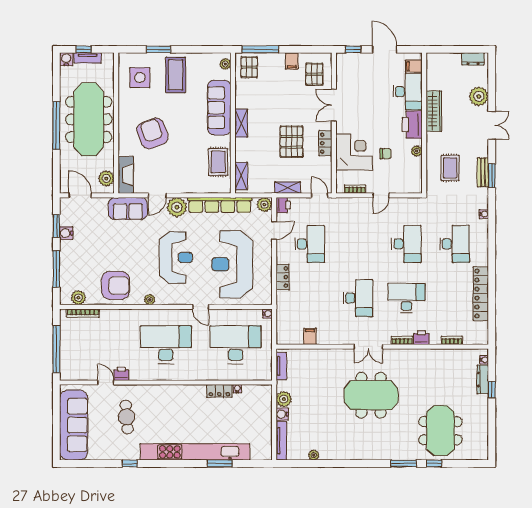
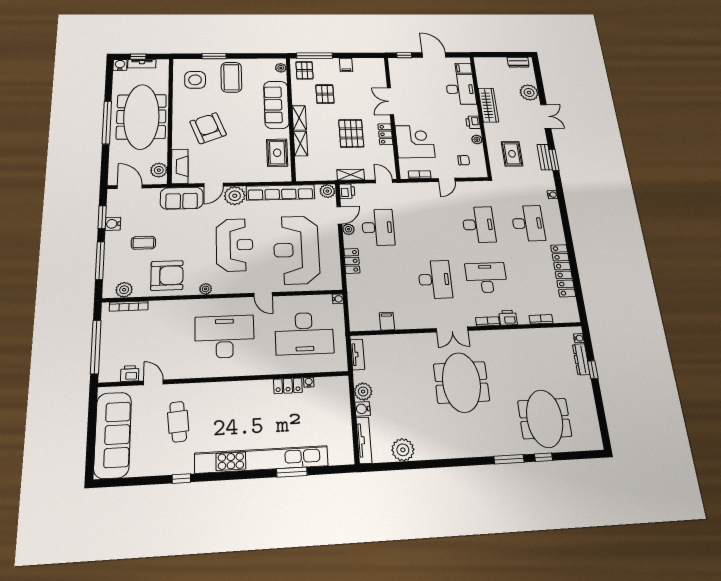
pallet: (314, 74) -> (325, 94), moved
printer: (412, 125) -> (473, 122), width x0.53, depth x0.68
chair: (386, 154) -> (464, 160), moved
shelving: (241, 176) -> (301, 144), moved
plant: (282, 245) -> (348, 229), added
coffee table: (94, 253) -> (143, 243), added
desk: (236, 345) -> (304, 333), turned 180
printer: (121, 374) -> (130, 373), moved
meeting table: (371, 395) -> (461, 382), turned 90
plant: (314, 455) -> (403, 450), width x1.88, depth x1.88

